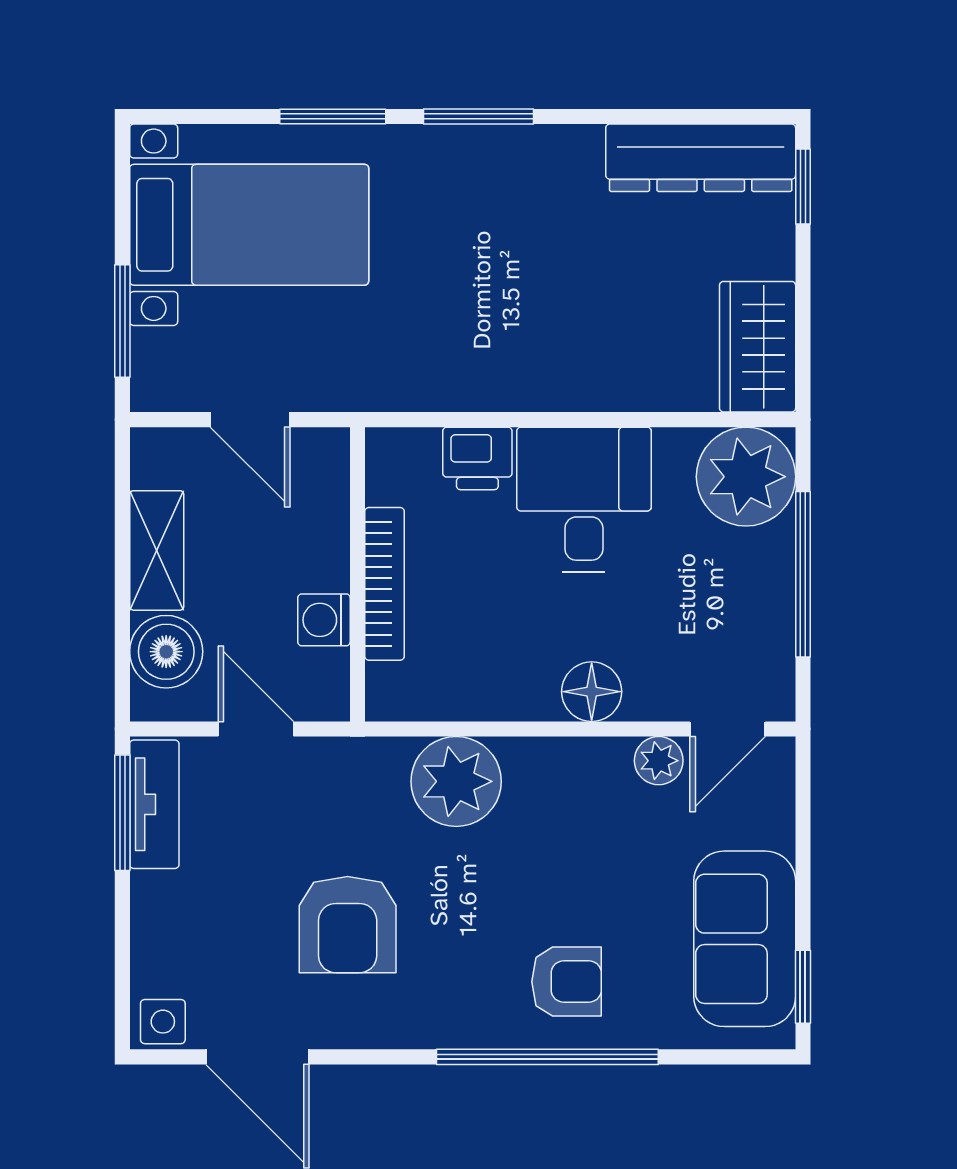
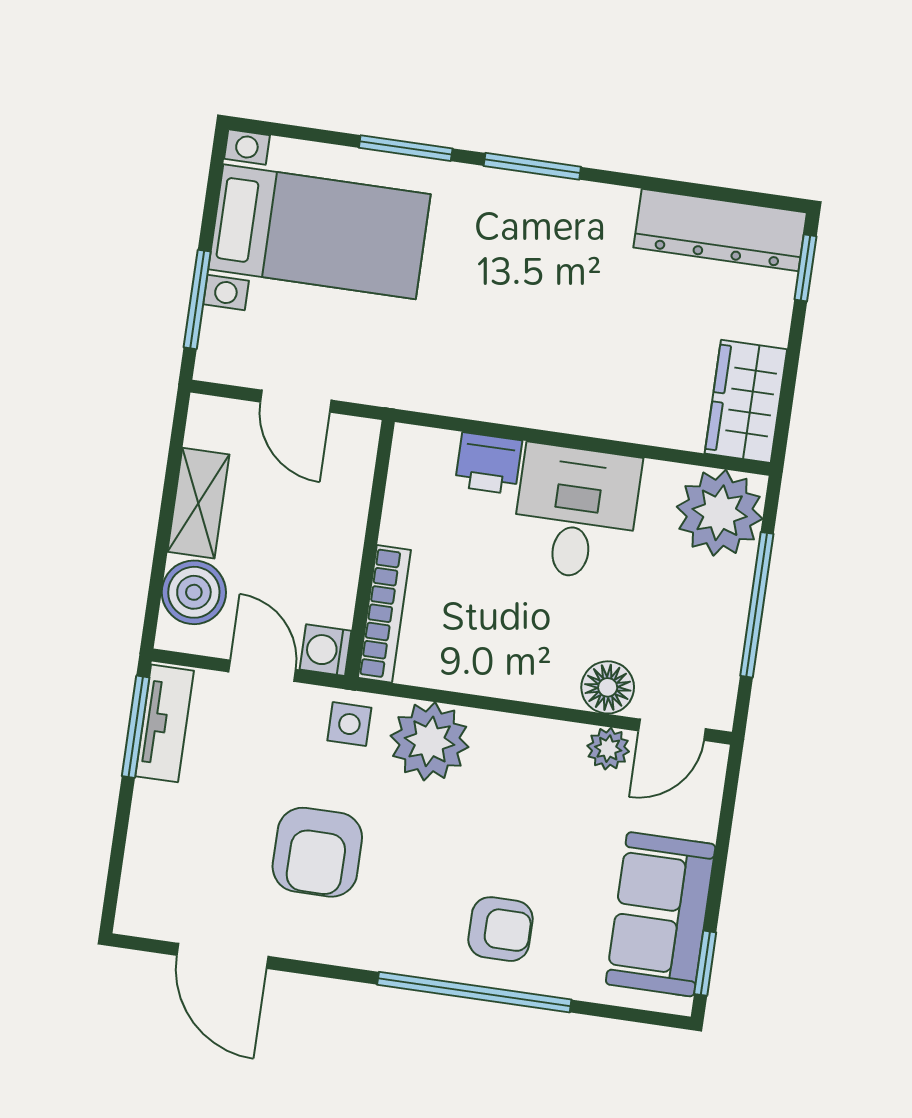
bookcase: (384, 584) -> (384, 614), moved
washing machine: (324, 620) -> (325, 650), moved
floor lamp: (592, 692) -> (608, 687), moved
side table: (163, 1022) -> (349, 724), moved

